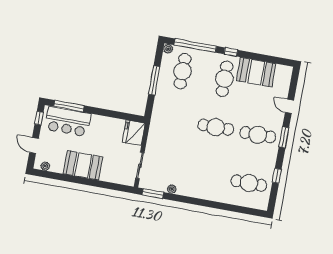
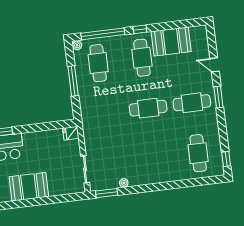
fridge: (134, 133) -> (71, 133), width x0.53, depth x0.75
window: (277, 176) -> (226, 159), moved
cafe table: (249, 183) -> (198, 153), turned 90

